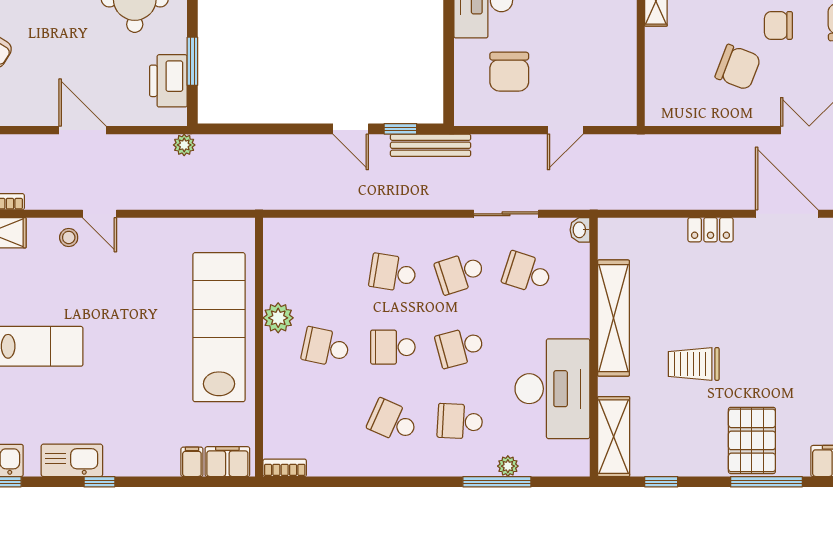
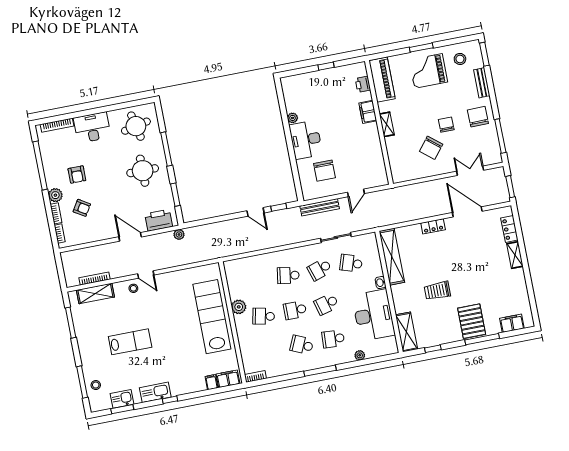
chair: (778, 25) -> (446, 125), turned 90
chair: (738, 67) -> (431, 148), turned 108
printer: (168, 81) -> (159, 220), moved, turned 90
bench: (431, 145) -> (320, 207), moved
washbasin: (580, 230) -> (381, 283), moved
shelving: (613, 318) -> (392, 257), moved
window: (497, 482) -> (320, 371), moved

